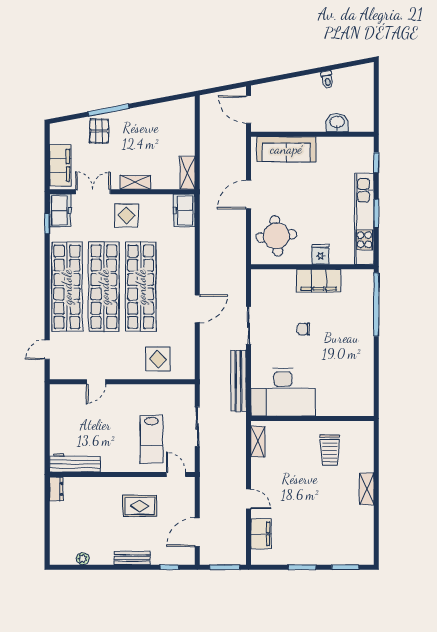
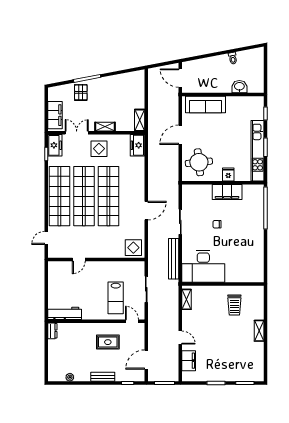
display table: (158, 359) -> (133, 248), moved

